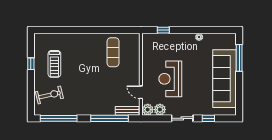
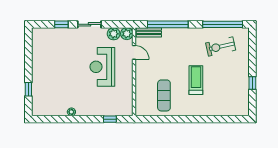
window: (239, 58) -> (28, 89), width x0.46
treadmill: (54, 64) -> (196, 80), moved
reception desk: (170, 79) -> (102, 67), turned 180
sofa: (225, 79) -> (44, 67), removed
exercise bike: (49, 95) -> (221, 47), moved

